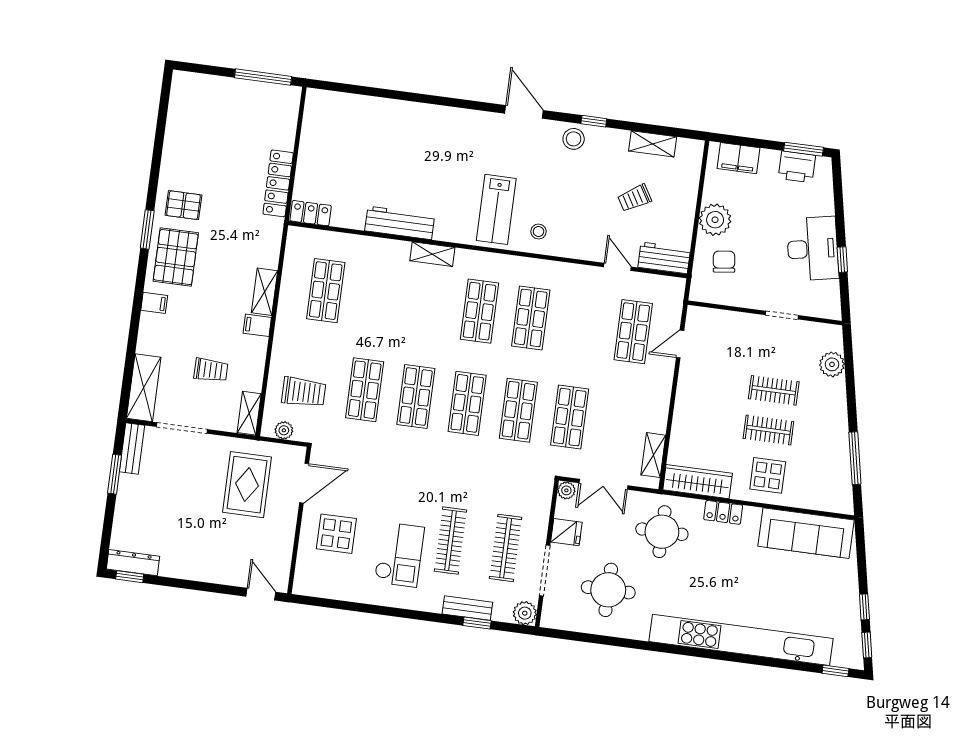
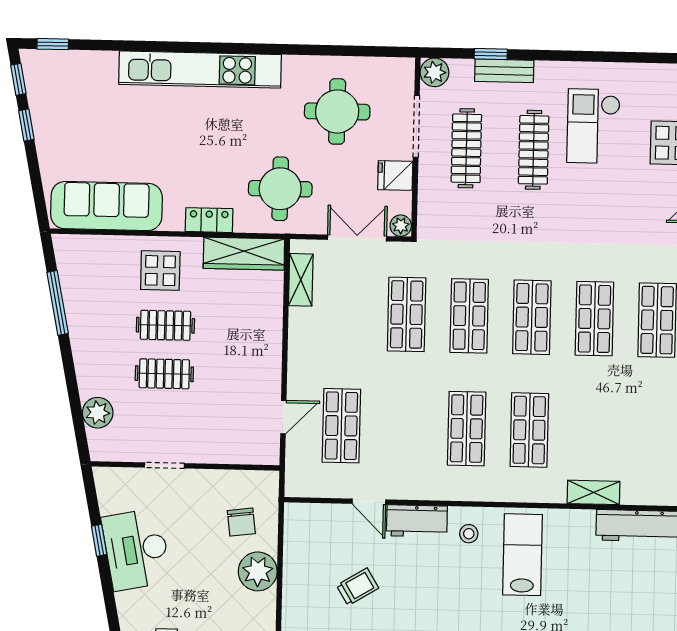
workbench: (664, 258) -> (417, 521), moved
kitchen unit: (741, 640) -> (200, 69), width x0.73

